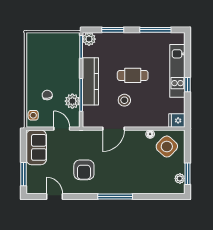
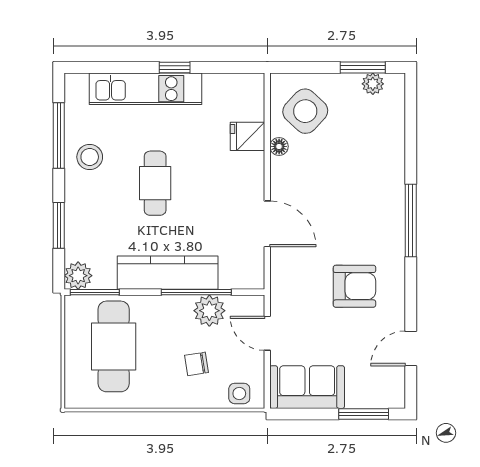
cafe table: (55, 56) -> (114, 346), added
stool: (124, 100) -> (90, 157), moved
fridge: (177, 120) -> (248, 136), moved, turned 90
door: (62, 129) -> (267, 333), hinge flipped

